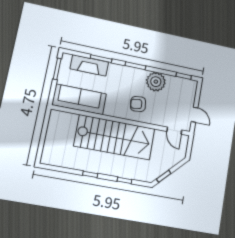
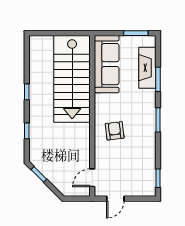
plant: (156, 82) -> (145, 147), removed
stairs: (115, 137) -> (72, 79), moved

